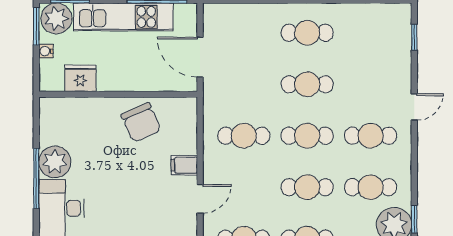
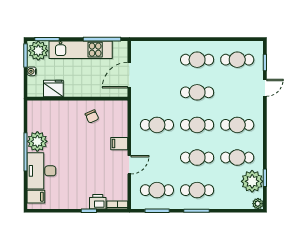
cafe table: (371, 33) -> (237, 60), added
door: (200, 57) -> (129, 75), hinge flipped
door: (414, 107) -> (265, 88), moved
chair: (141, 122) -> (92, 116), width x0.54, depth x0.54

